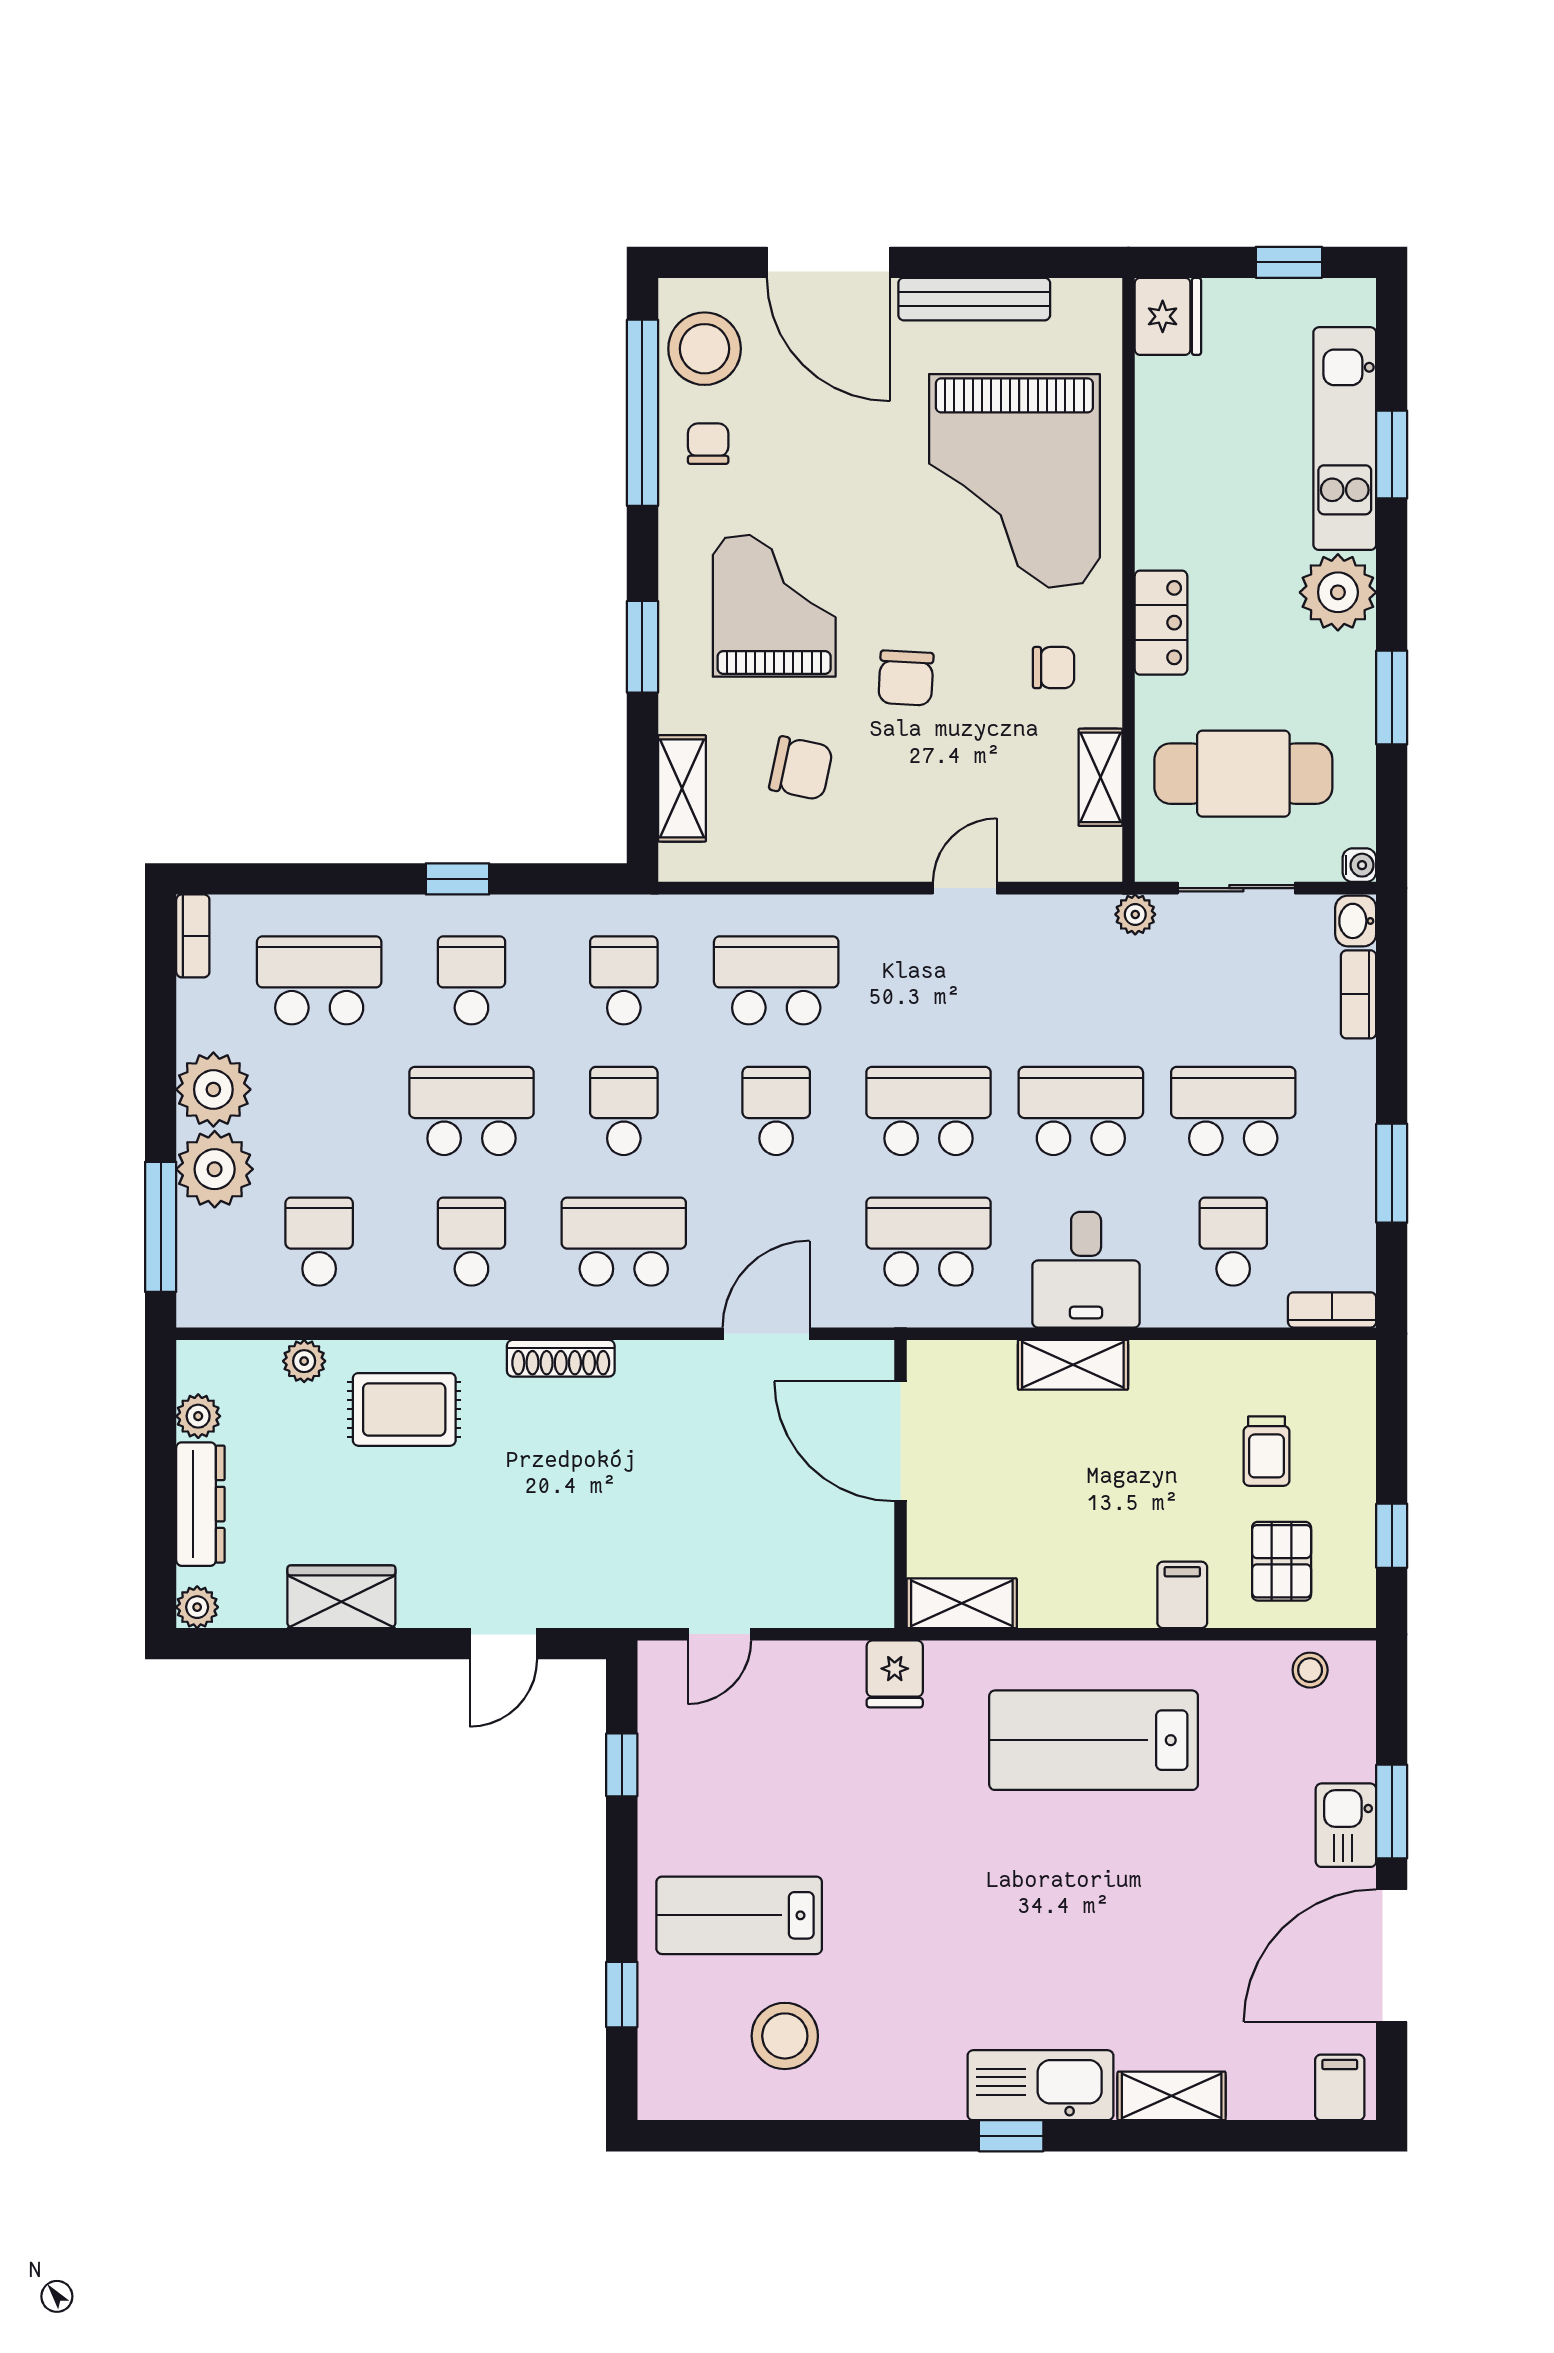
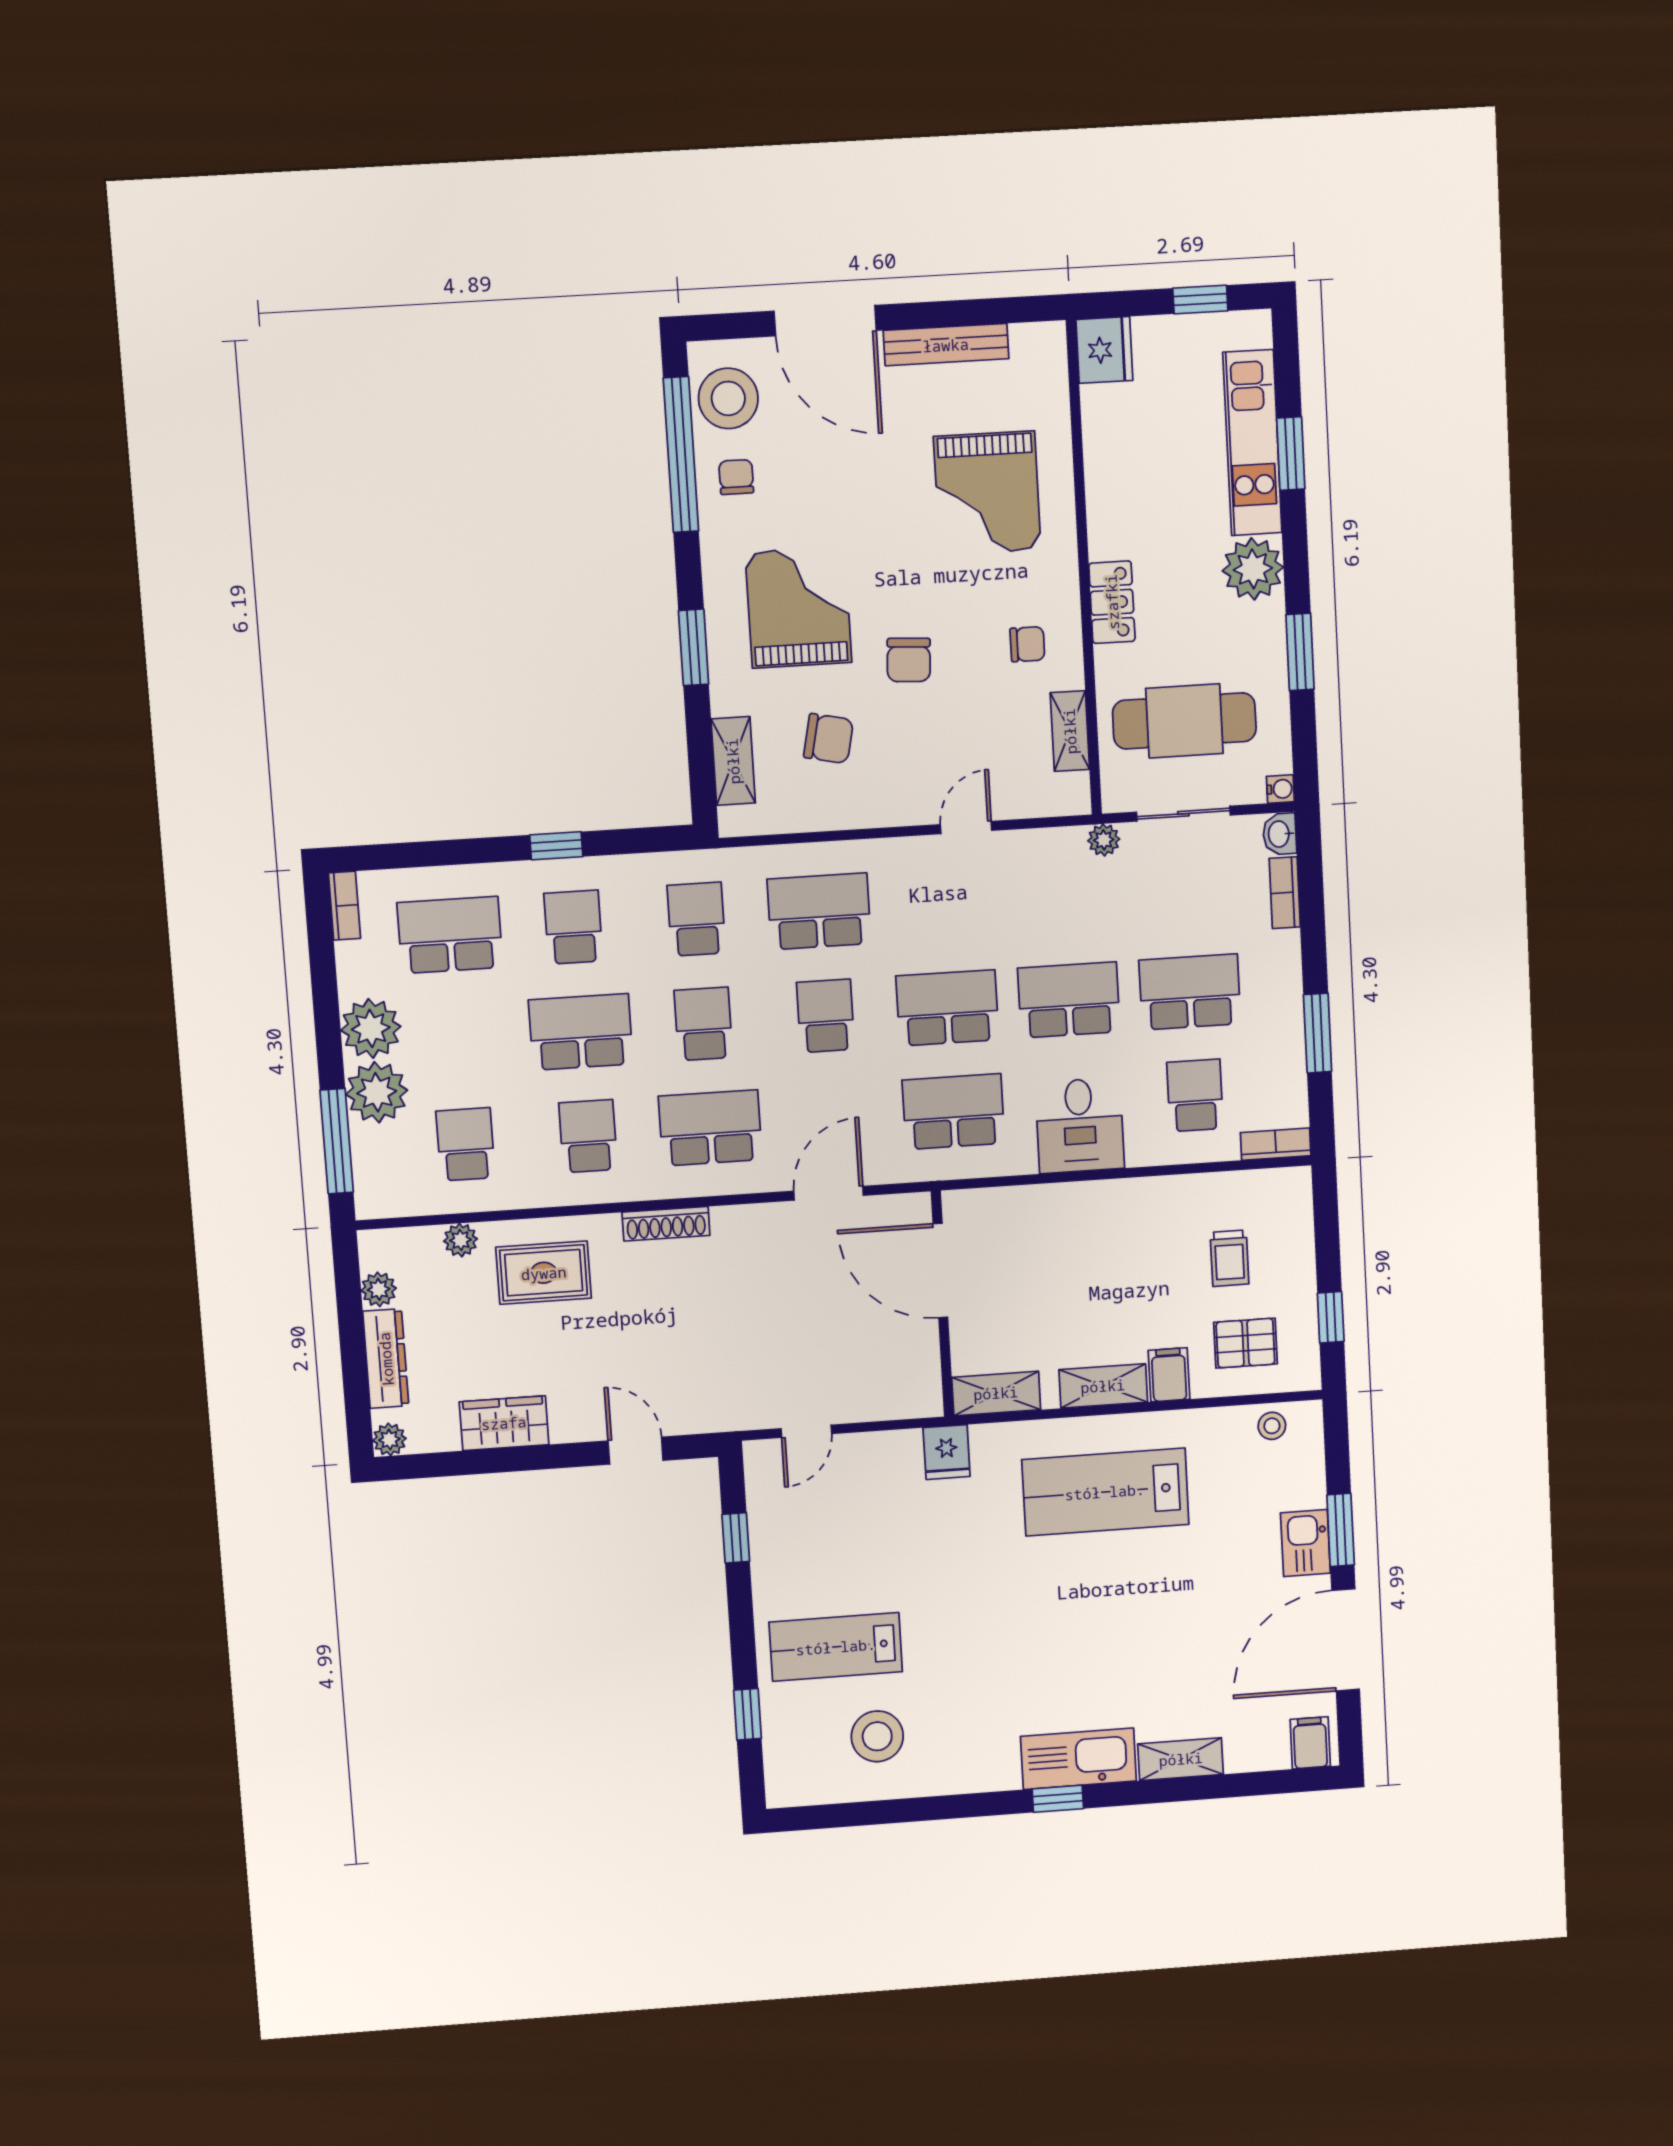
grand piano: (1014, 481) -> (987, 493), width x0.73, depth x0.68
shelving: (1073, 1365) -> (1103, 1386), moved
pallet: (1282, 1561) -> (1245, 1343), turned 90
door: (503, 1644) -> (636, 1451), swing flipped

